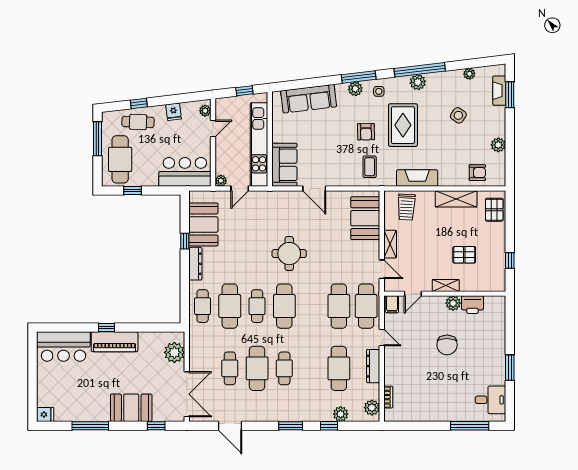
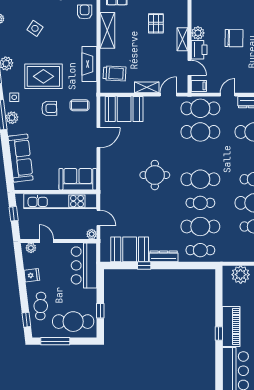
window: (139, 103) -> (26, 320), moved
door: (314, 189) -> (98, 138), moved
printer: (472, 305) -> (199, 50), moved

